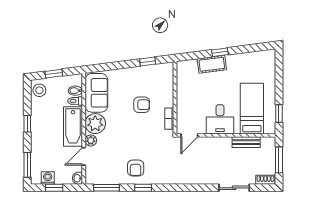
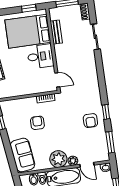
sofa: (96, 93) -> (23, 155), moved, turned 83
bed: (252, 109) -> (28, 31), width x1.50
armchair: (136, 168) -> (90, 121), turned 90

